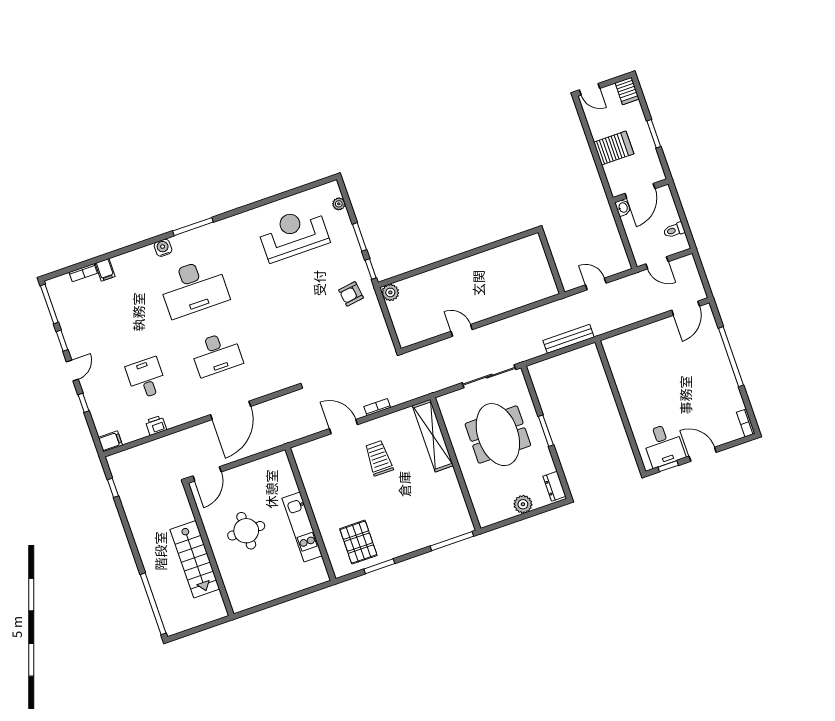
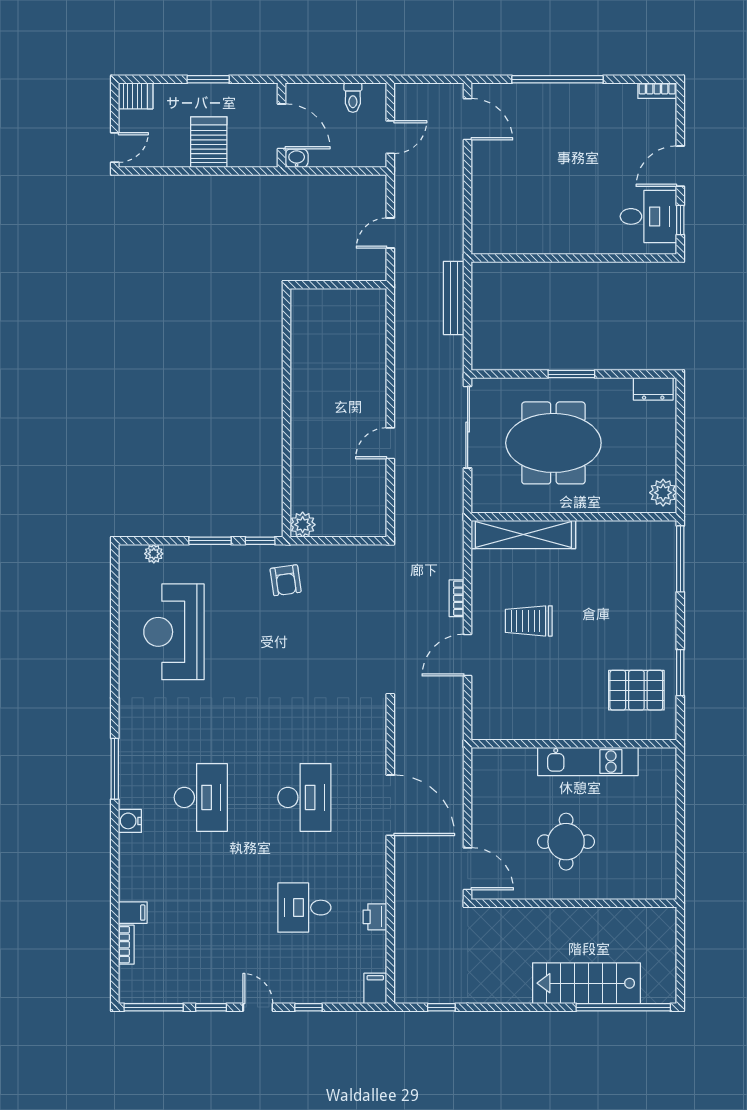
desk: (194, 288) -> (201, 797), width x0.73, depth x0.77
plant: (523, 504) -> (663, 493), moved
stairs: (195, 559) -> (586, 983), moved, turned 180

